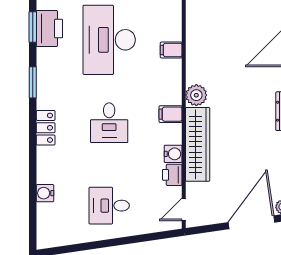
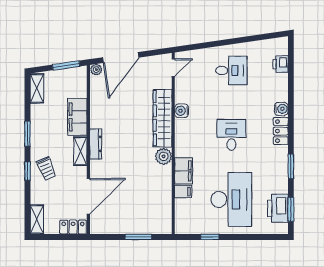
filing cabinet: (171, 114) -> (184, 171), moved, width x2.00
printer: (172, 175) -> (280, 64), moved, turned 180
water cooler: (45, 193) -> (281, 109), moved

